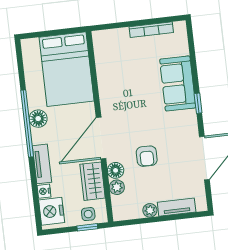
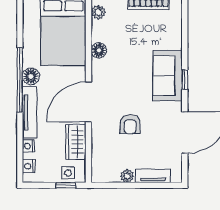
sofa: (178, 83) -> (168, 76), moved
tv unit: (42, 164) -> (30, 112), width x1.41
floor lamp: (116, 170) -> (99, 50), moved
plant: (117, 187) -> (98, 12), moved
nightstand: (52, 211) -> (29, 166), width x0.53, depth x0.56

